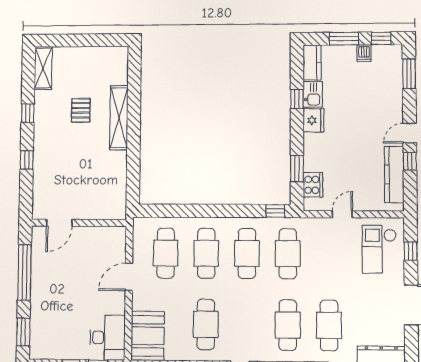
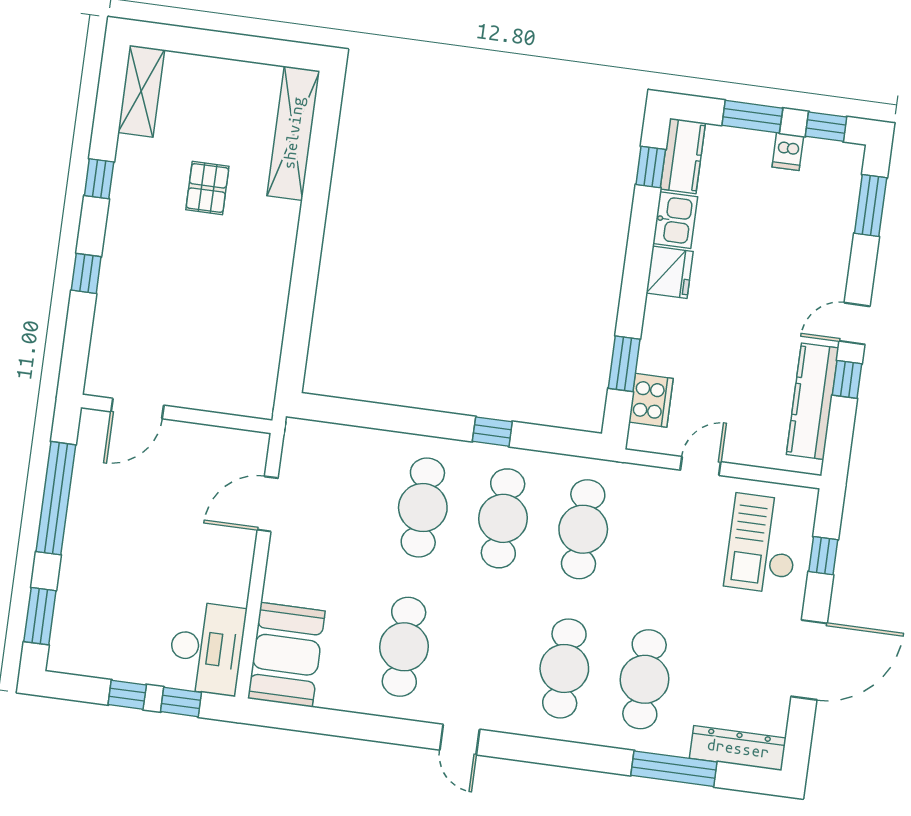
window: (297, 99) -> (651, 167), moved
shelving: (119, 118) -> (293, 133), moved
window: (275, 211) -> (492, 432), moved
cafe table: (166, 253) -> (343, 497), removed
door: (129, 277) -> (268, 504), moved

